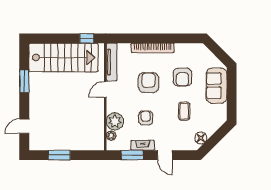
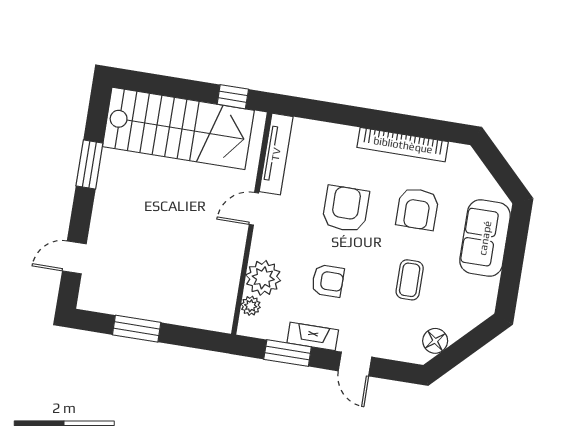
bookcase: (153, 48) -> (403, 145), moved
armchair: (146, 118) -> (328, 281), turned 90

